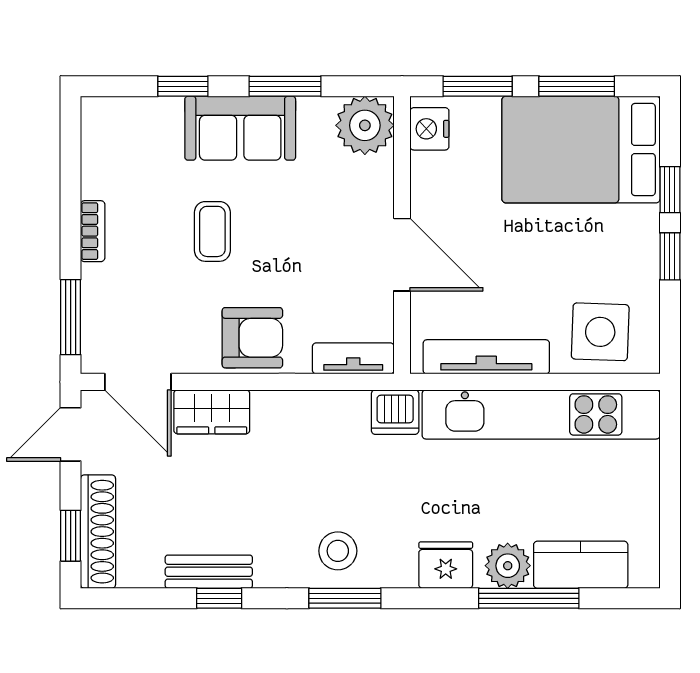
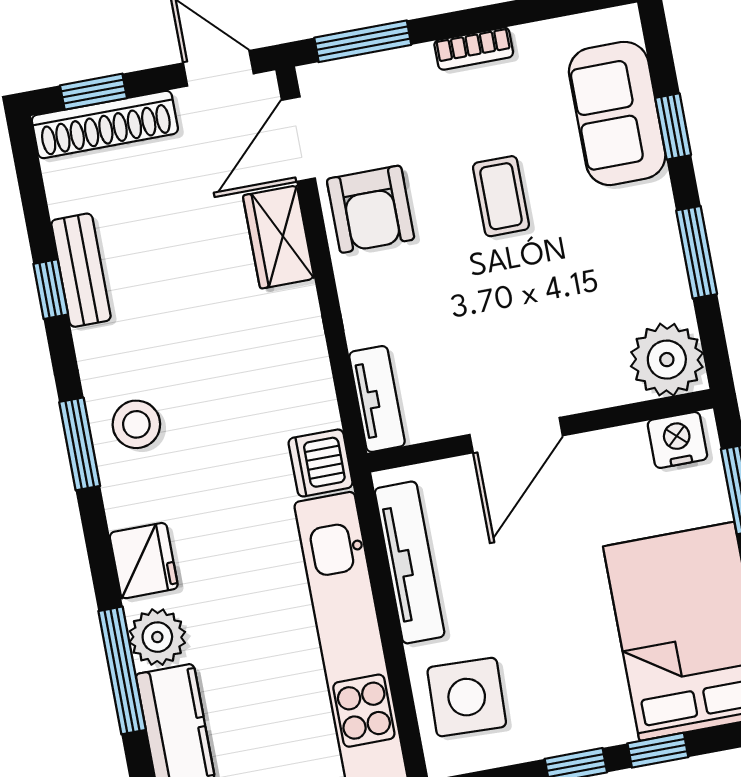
sofa: (240, 128) -> (617, 113), moved
coffee table: (212, 231) -> (501, 196), turned 90
armchair: (252, 338) -> (371, 209), moved

